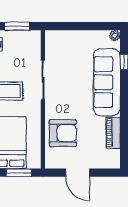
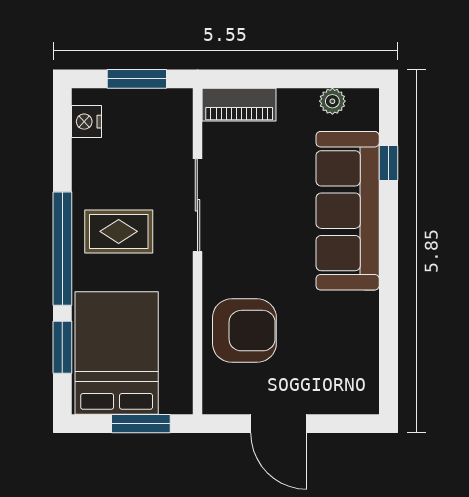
plant: (115, 36) -> (332, 101), moved
piano: (113, 133) -> (239, 105), moved, turned -90

